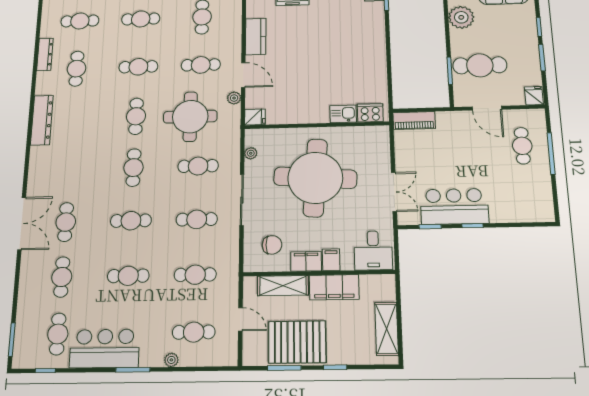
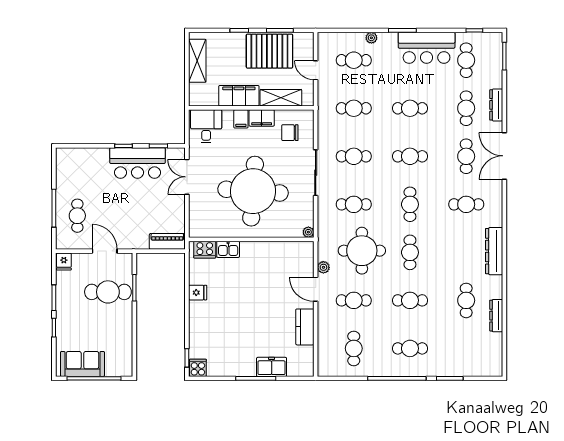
plant: (461, 17) -> (121, 340), removed
cafe table: (80, 21) -> (466, 204), moved
fridge: (255, 117) -> (198, 293), moved, turned 180
plant: (251, 153) -> (308, 232), moved
dresser: (26, 281) -> (496, 105), added

